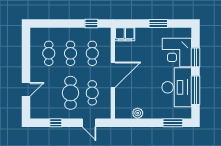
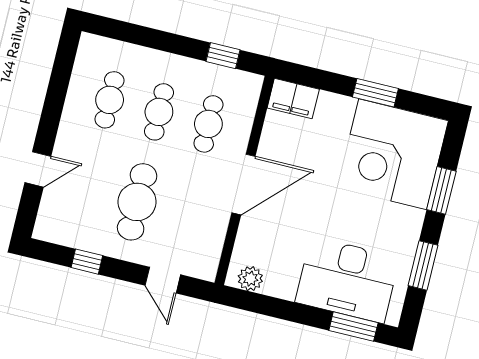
corner desk: (177, 52) -> (393, 154), width x1.36, depth x1.36
desk: (177, 87) -> (347, 280), moved, turned 90
window: (196, 90) -> (423, 265), width x0.69
cafe table: (92, 93) -> (187, 214), removed
plant: (138, 113) -> (250, 279), moved

